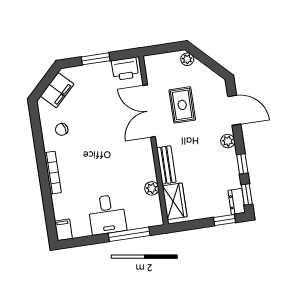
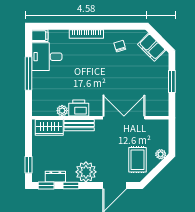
printer: (125, 69) -> (79, 108), moved, turned 90
rug: (182, 105) -> (137, 160), moved, turned 90
plant: (228, 141) -> (86, 172), width x1.88, depth x1.88
dresser: (237, 202) -> (55, 177), moved
desk: (107, 214) -> (47, 57), moved
window: (129, 234) -> (28, 74), moved

